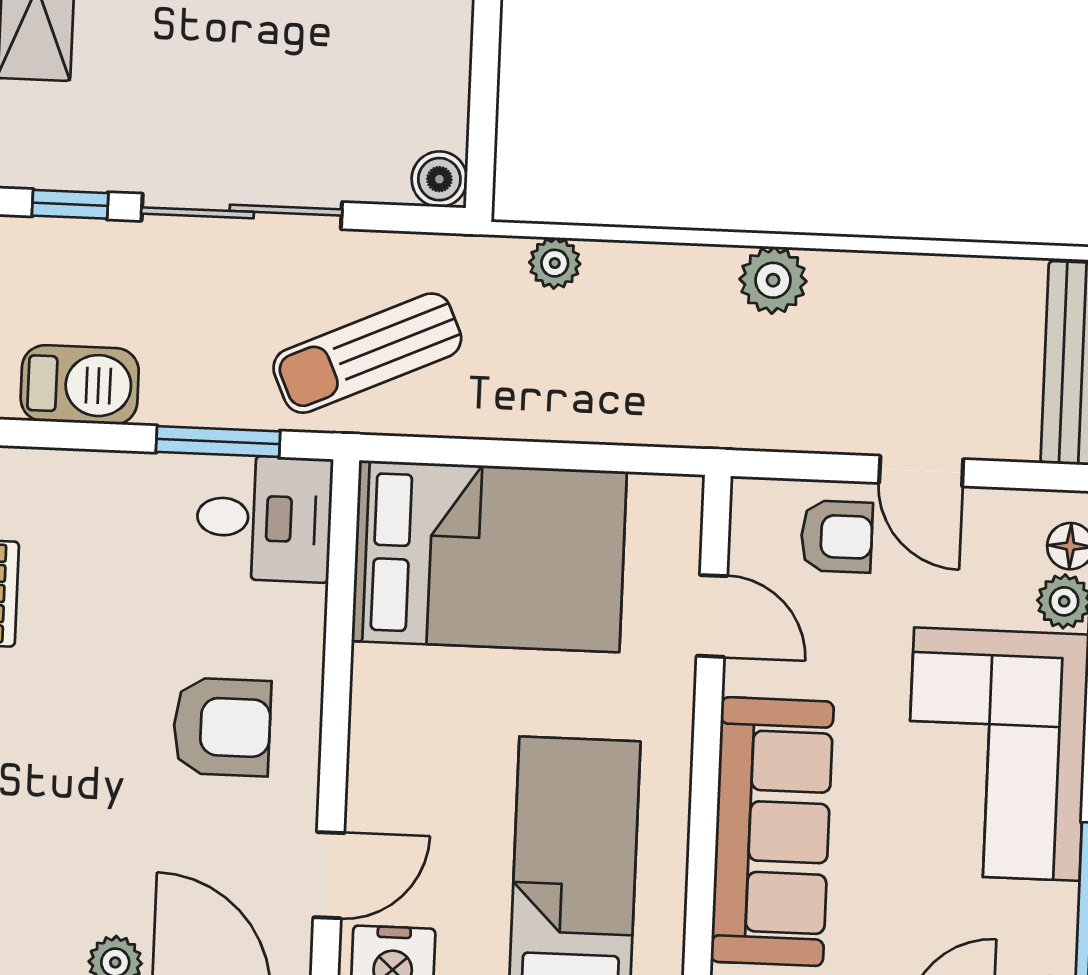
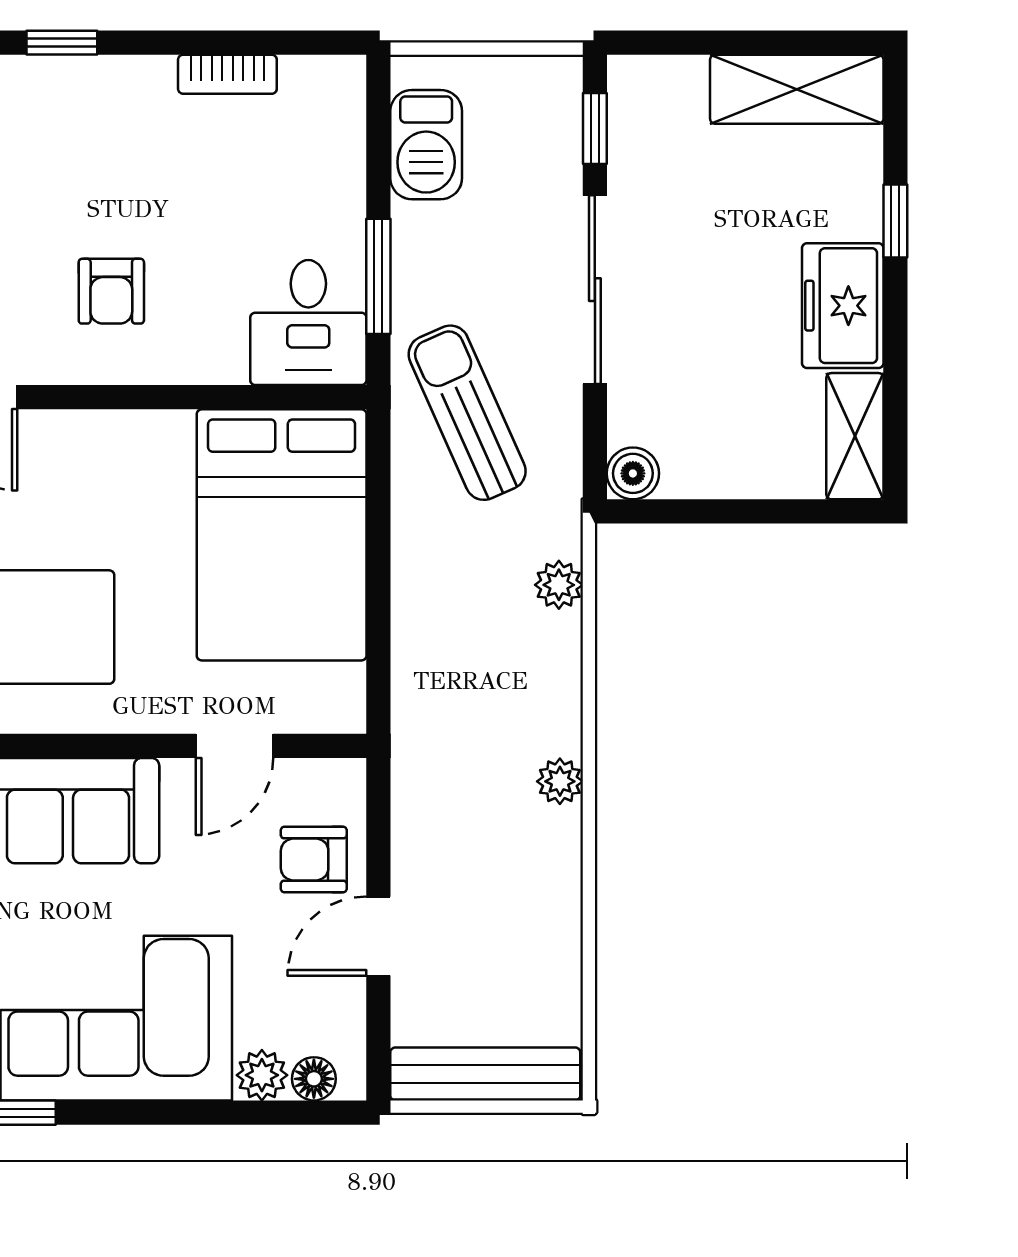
plant: (773, 280) -> (560, 781), width x0.73, depth x0.73
armchair: (837, 537) -> (314, 859), turned 90
armchair: (222, 727) -> (111, 291), width x0.72, depth x0.72

